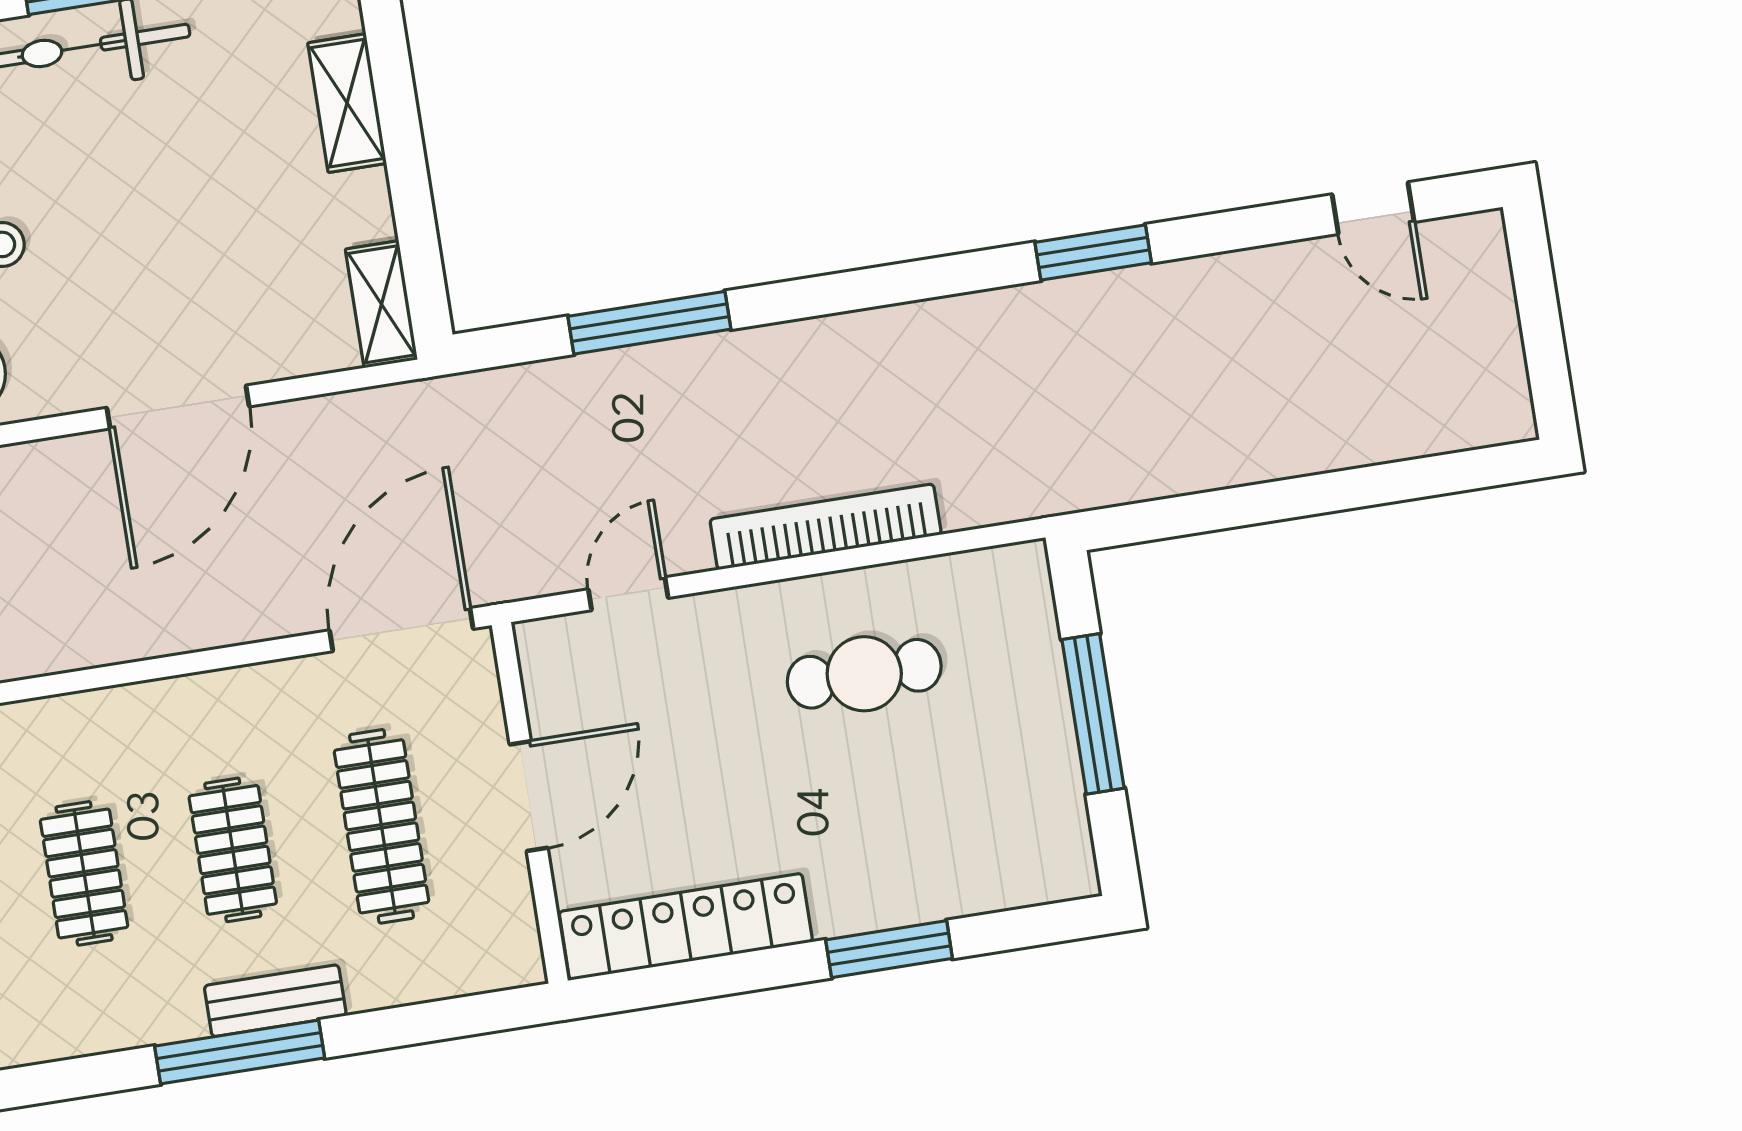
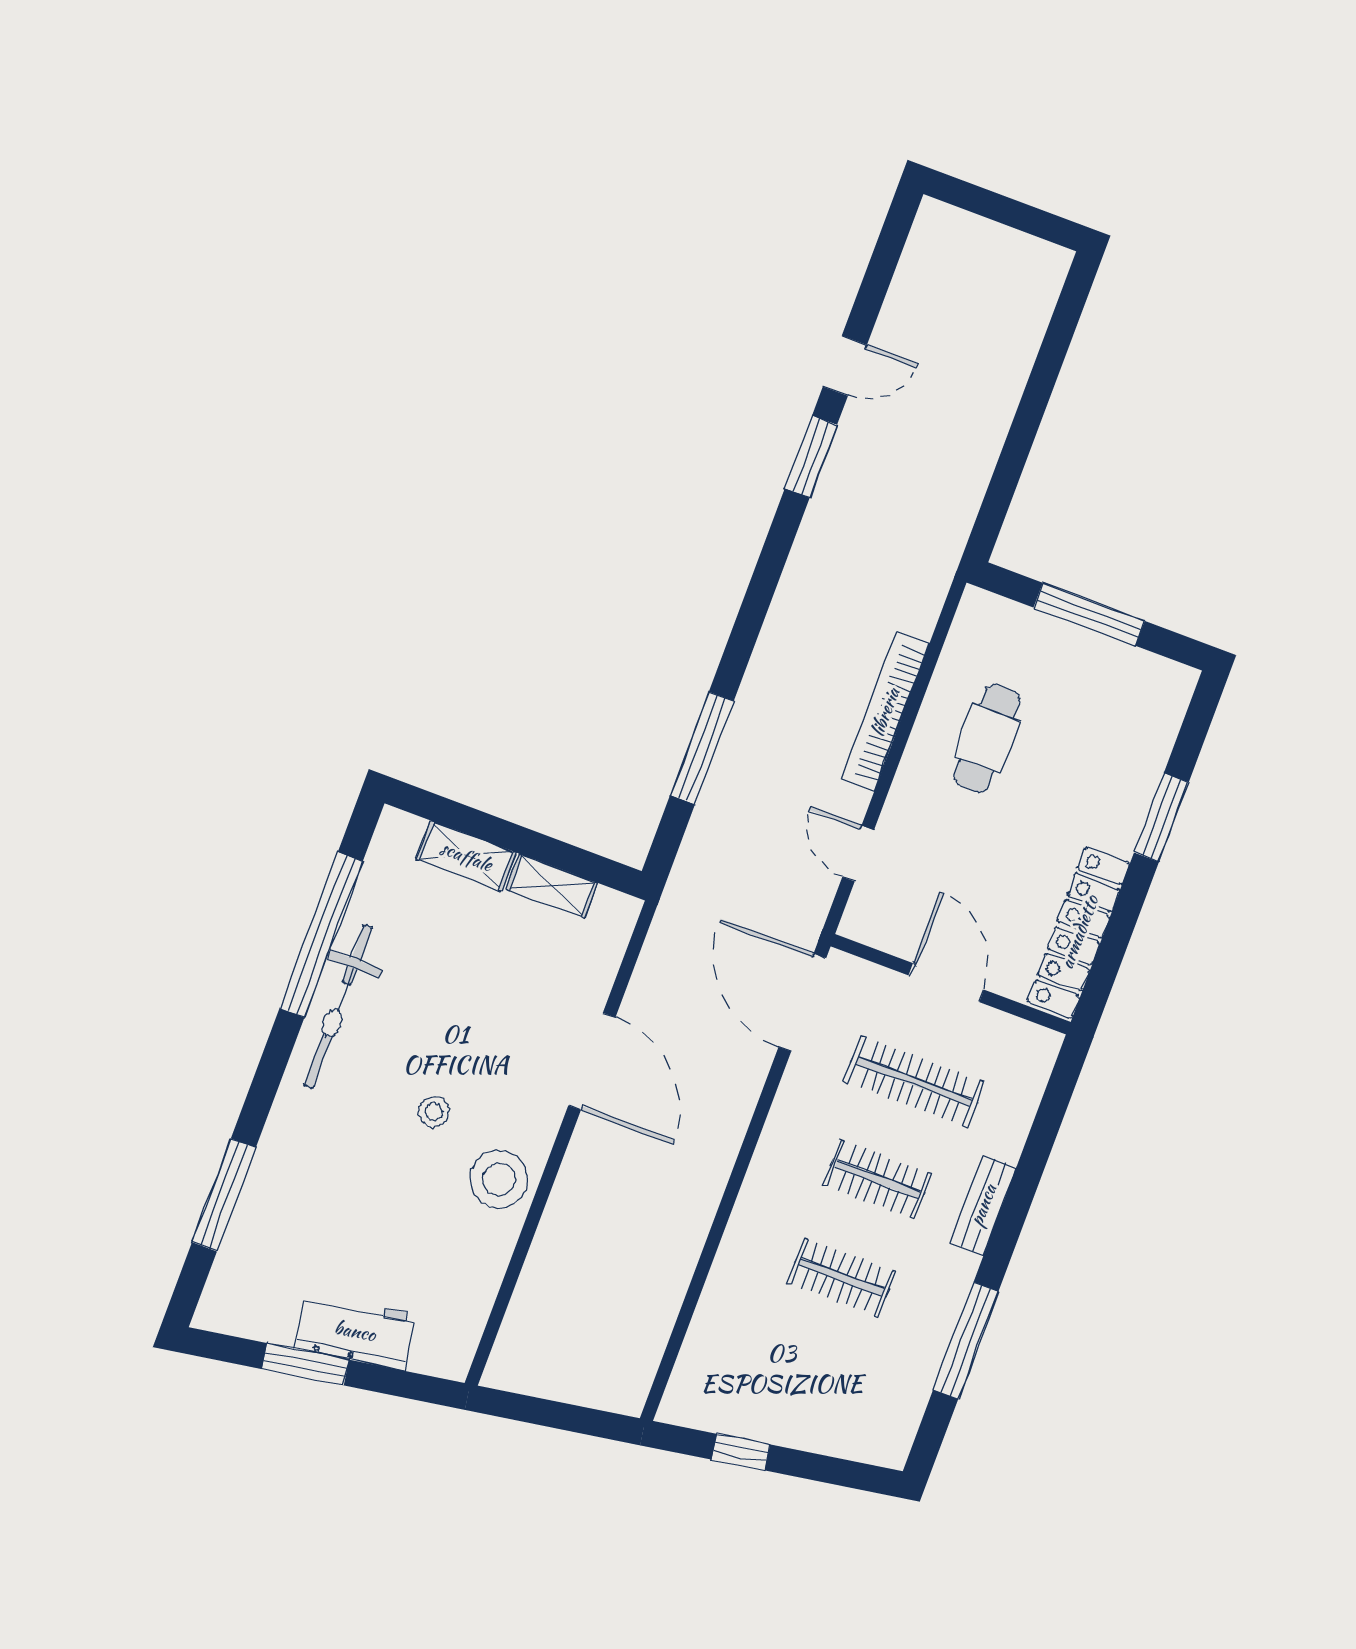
door: (1373, 208) -> (845, 366), moved
shelving: (381, 304) -> (552, 886), moved
window: (240, 1052) -> (966, 1341), moved

